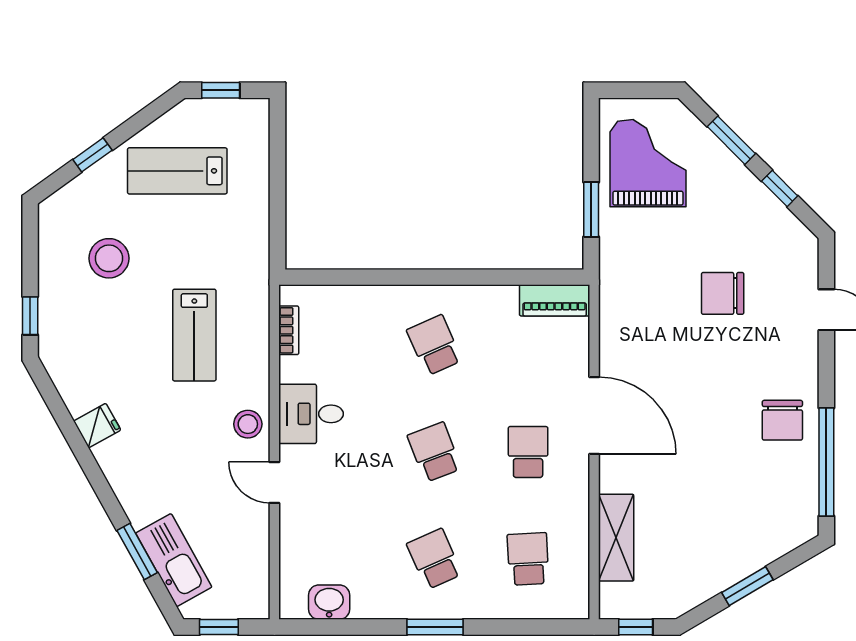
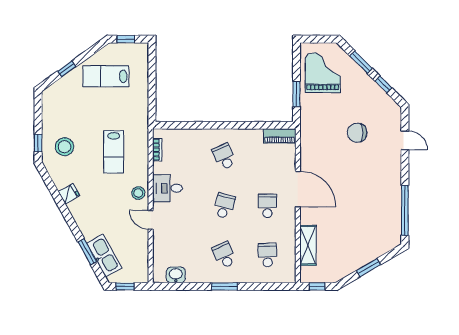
stool: (109, 258) -> (64, 147), moved
chair: (782, 420) -> (385, 191), removed
school desk: (434, 452) -> (224, 206), turned 36

